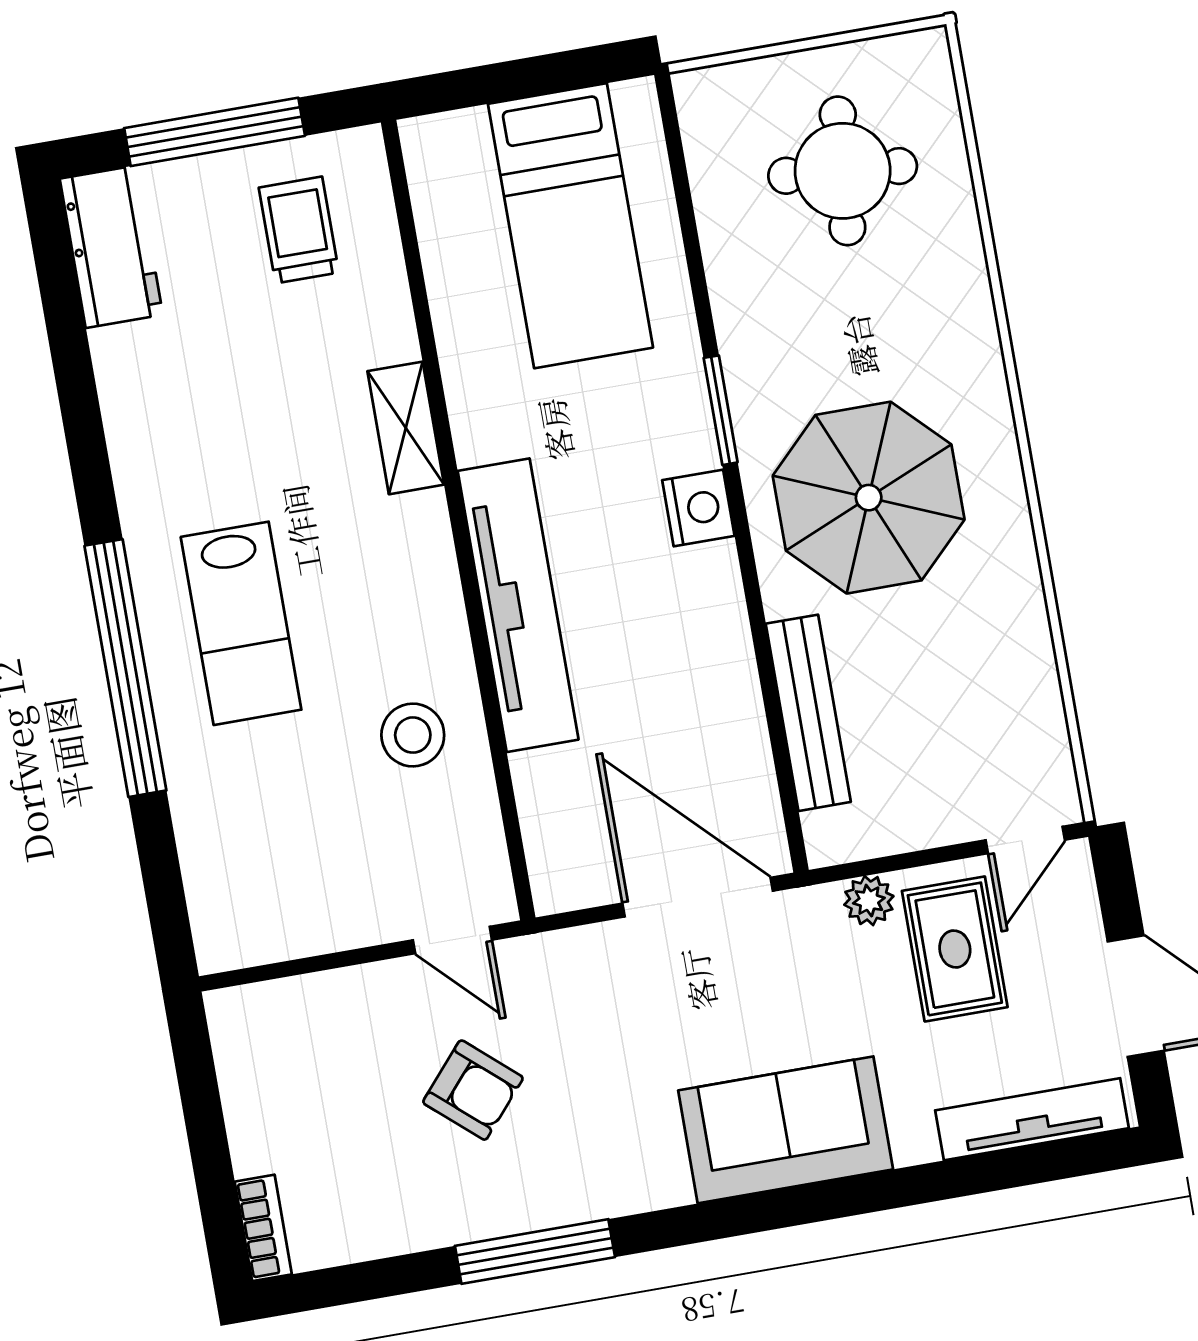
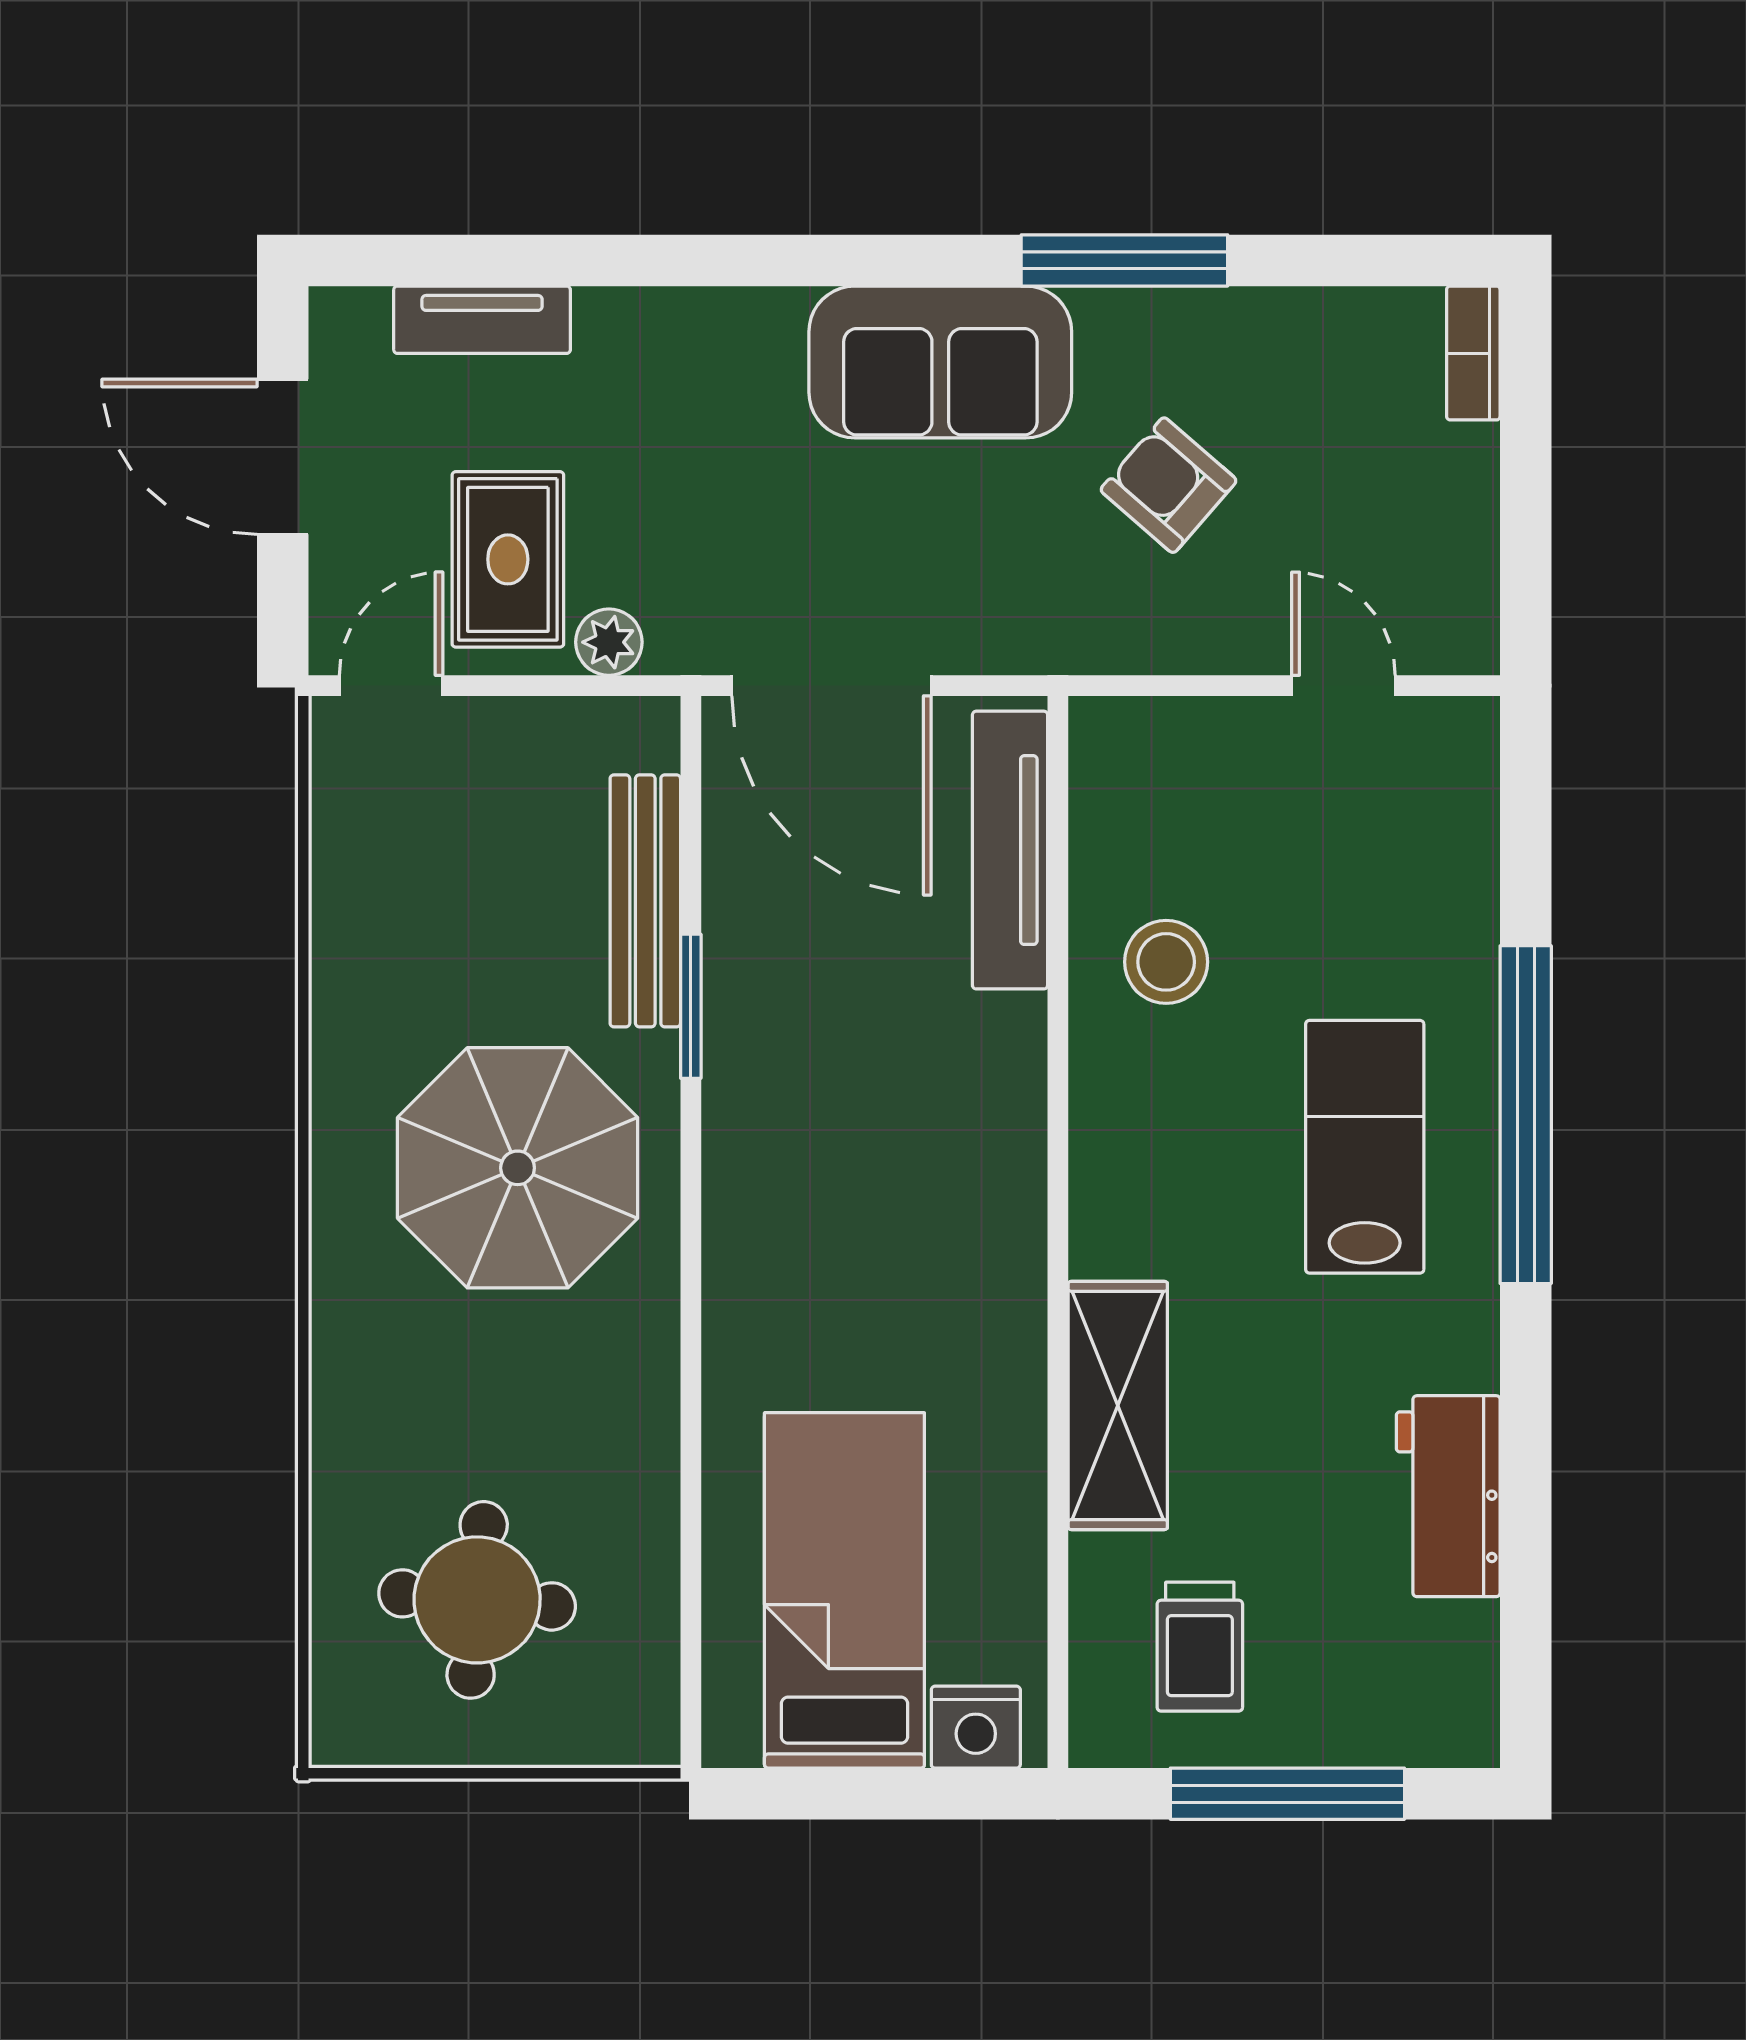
workbench: (111, 247) -> (1448, 1496), moved
window: (721, 410) -> (691, 1006), moved
shelving: (406, 428) -> (1118, 1405), width x1.50, depth x1.33
nightstand: (698, 508) -> (976, 1727), moved, turned -90
tv unit: (518, 605) -> (1010, 850), moved, width x0.73, depth x0.78
door: (452, 940) -> (1343, 686), moved
tv unit: (1032, 1119) -> (482, 320), width x0.71
sofa: (786, 1130) -> (940, 362), moved

